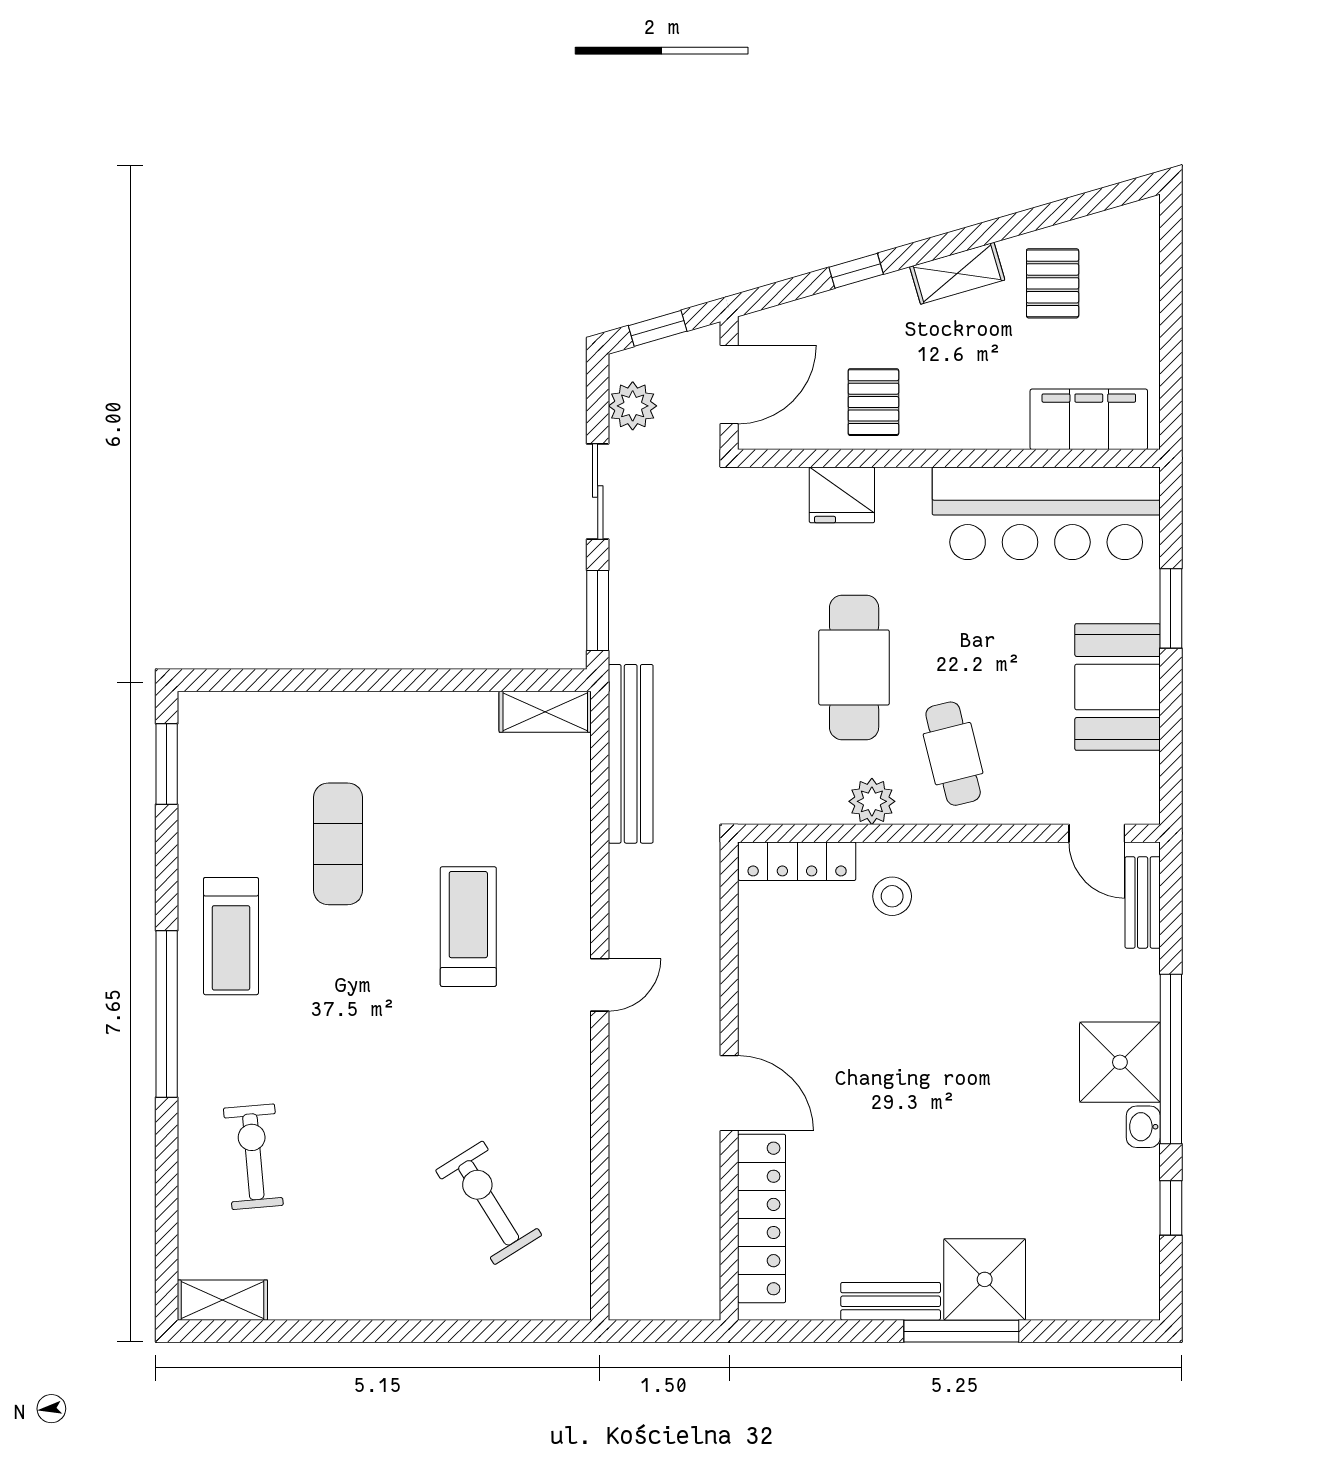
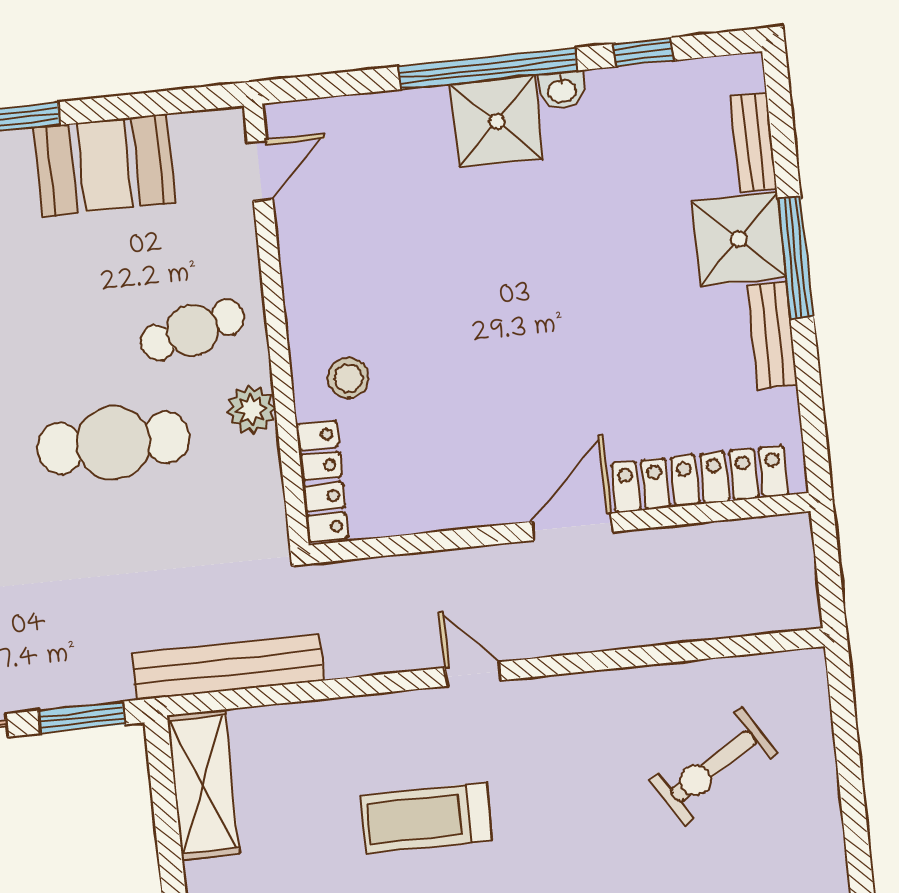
shelving: (545, 712) -> (203, 784), width x1.50, depth x1.33
bench: (1143, 902) -> (753, 142), moved, turned 90

